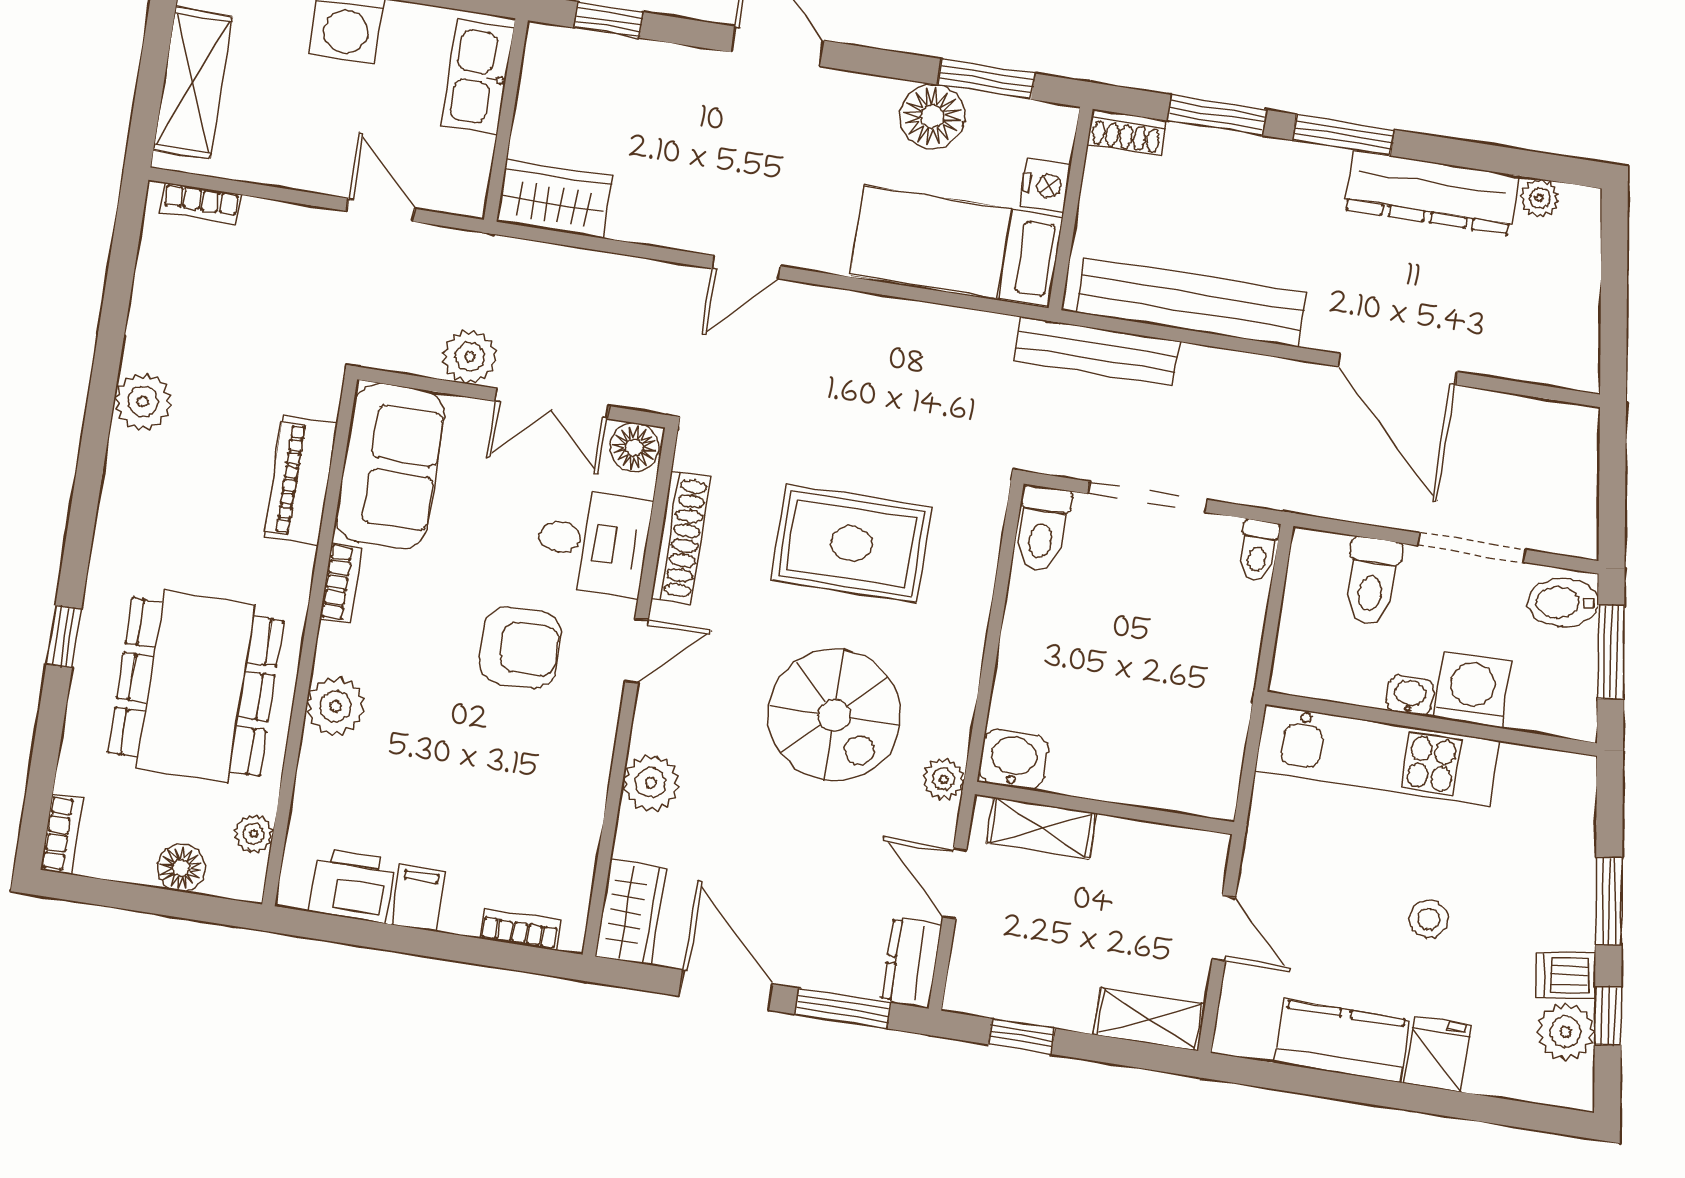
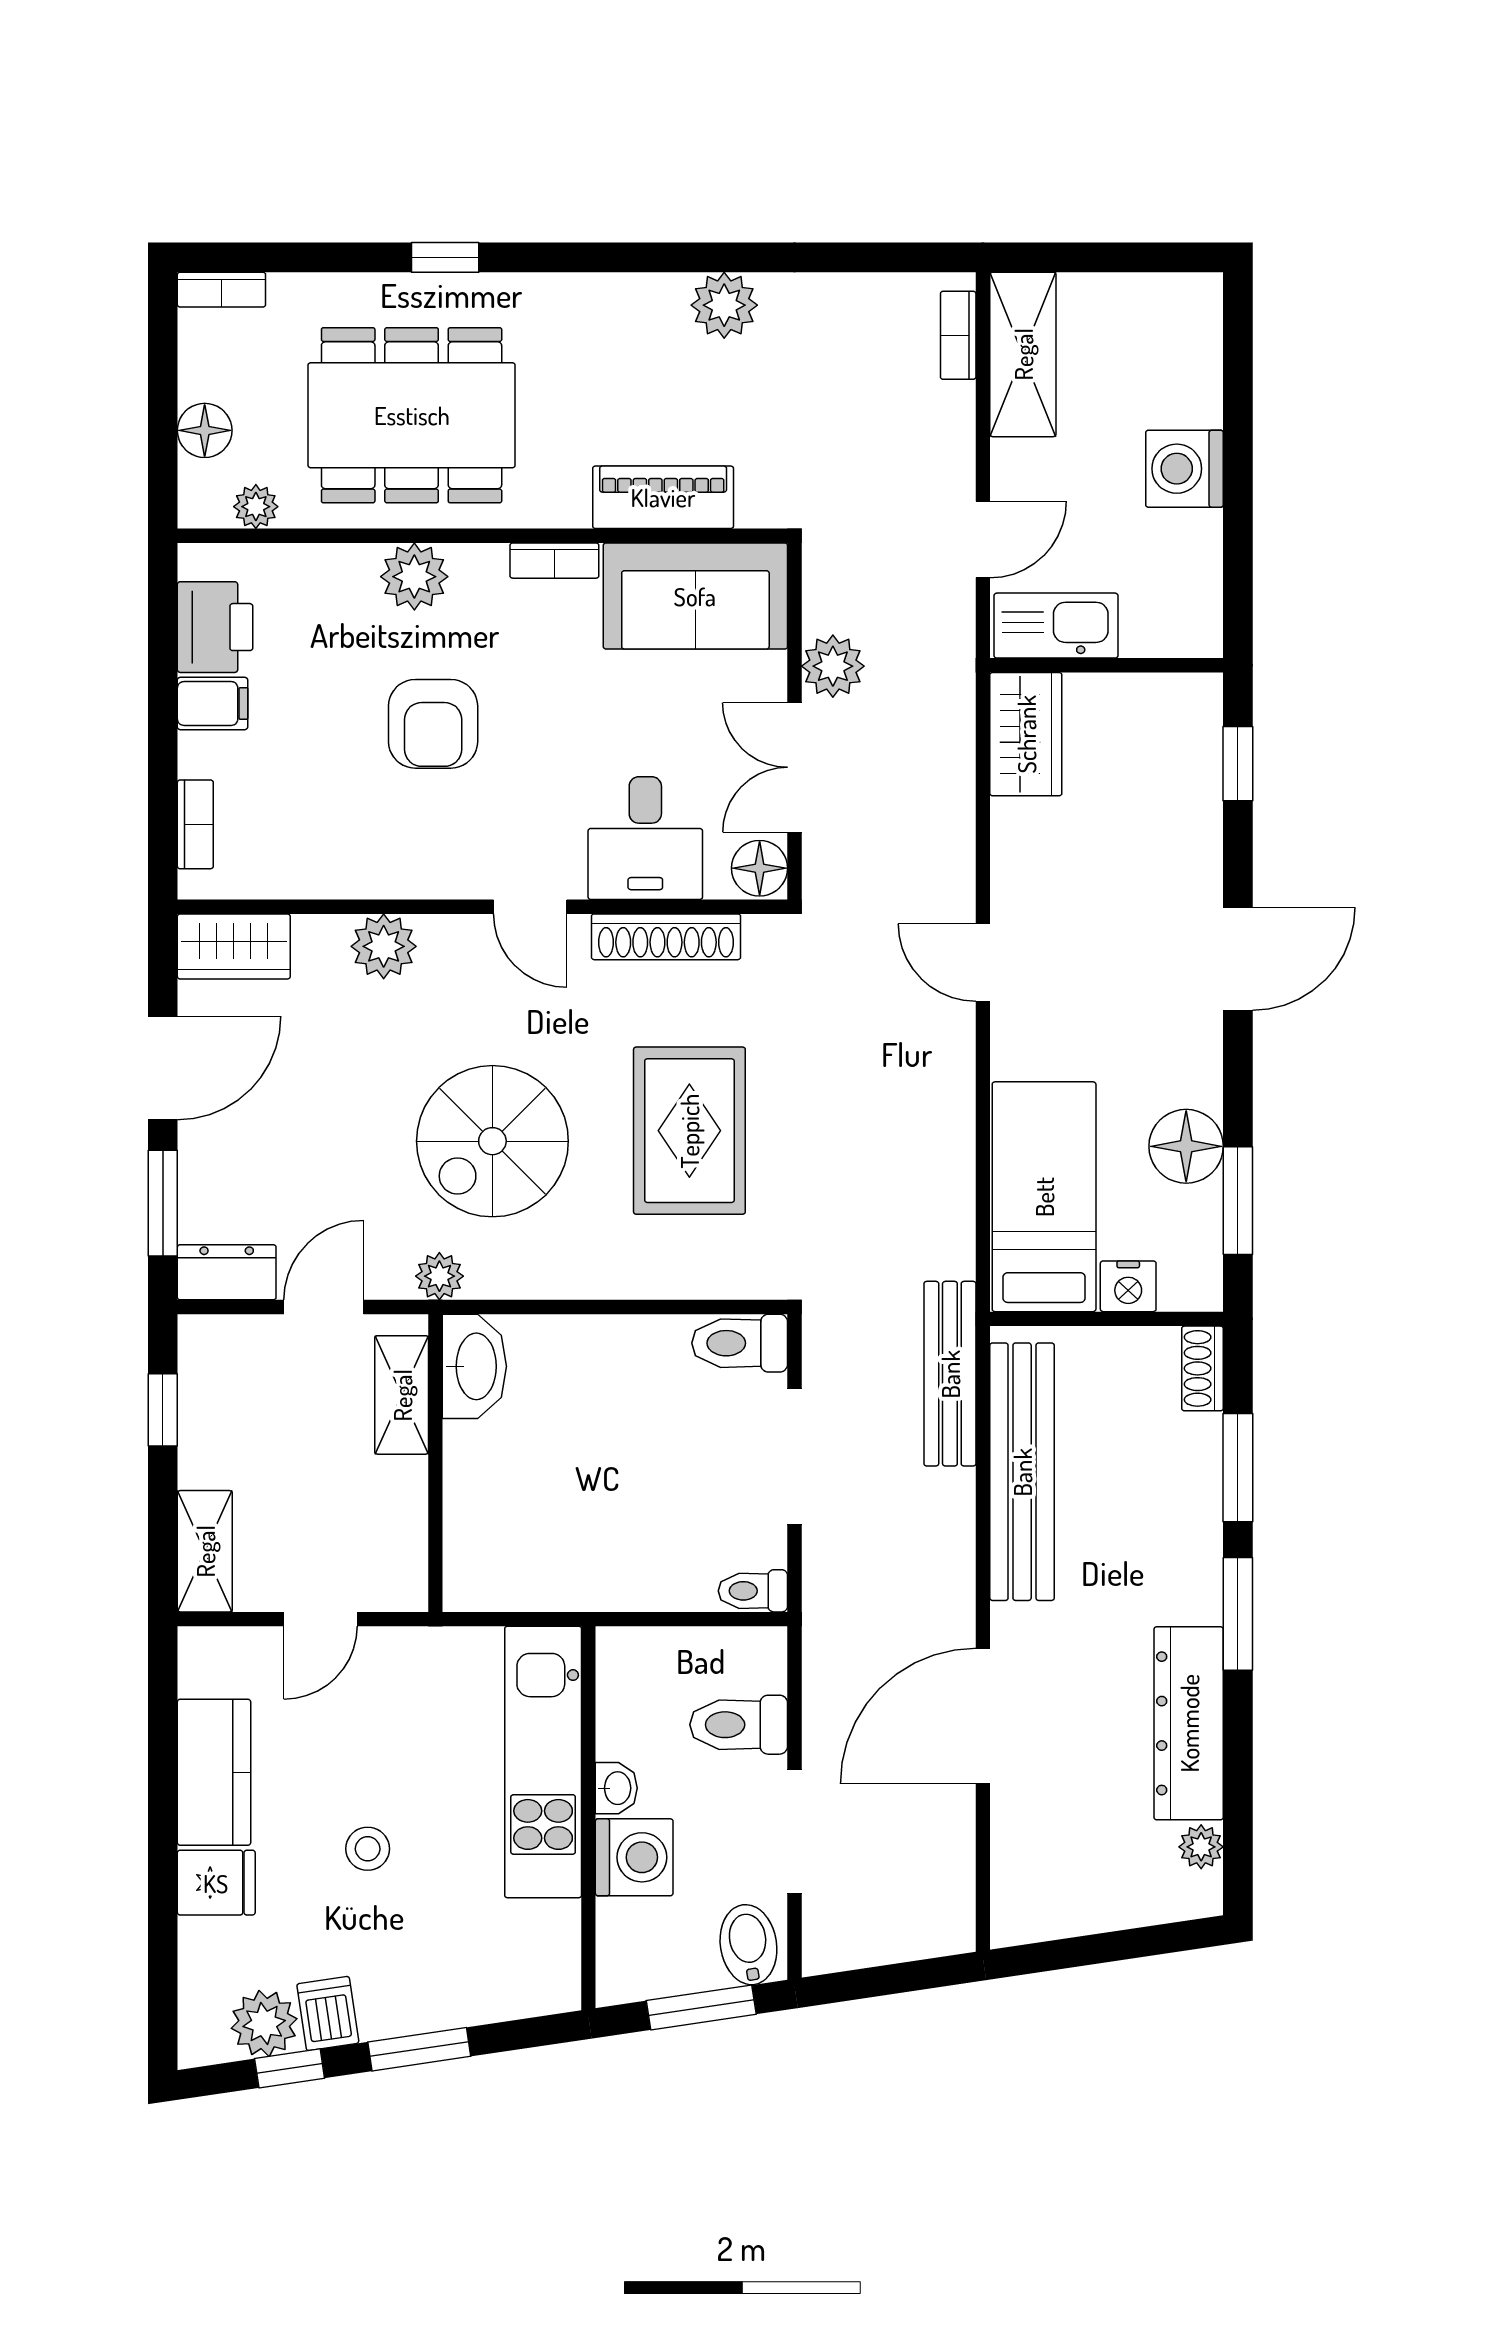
kitchen sink: (478, 77) -> (1056, 626), moved
shelving: (193, 83) -> (1023, 354), moved, turned 90
armchair: (520, 648) -> (433, 724), moved
washbasin: (1014, 759) -> (474, 1366), width x1.38

